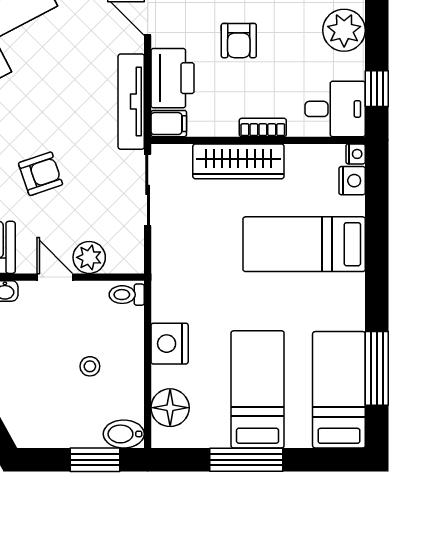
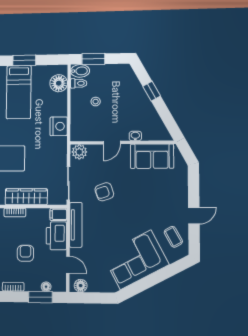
armchair: (41, 174) -> (104, 192), moved
plant: (89, 257) -> (79, 152), moved
door: (55, 277) -> (112, 143), hinge flipped
toilet: (127, 295) -> (79, 83), moved
nightstand: (170, 344) -> (59, 126), moved
window: (246, 460) -> (24, 60), width x0.69

